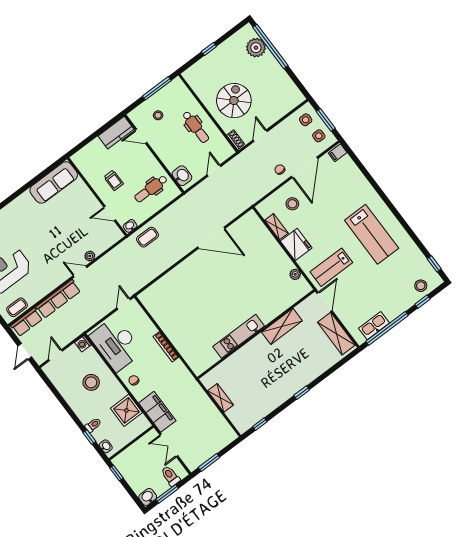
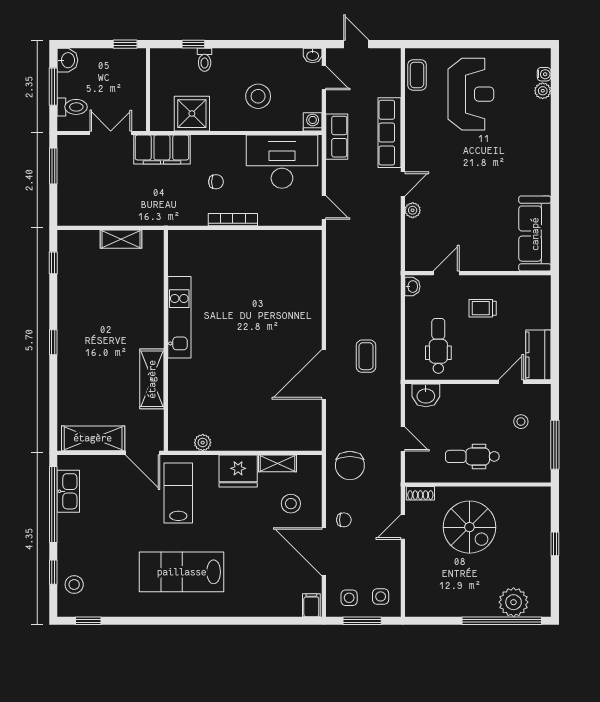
door: (260, 136) -> (403, 527), swing flipped
chair: (249, 188) -> (350, 466), added
coffee table: (148, 237) -> (366, 356), moved
row of seats: (27, 322) -> (337, 137), moved, turned 180
chair: (134, 380) -> (216, 182), moved
washbasin: (106, 446) -> (313, 55), moved

